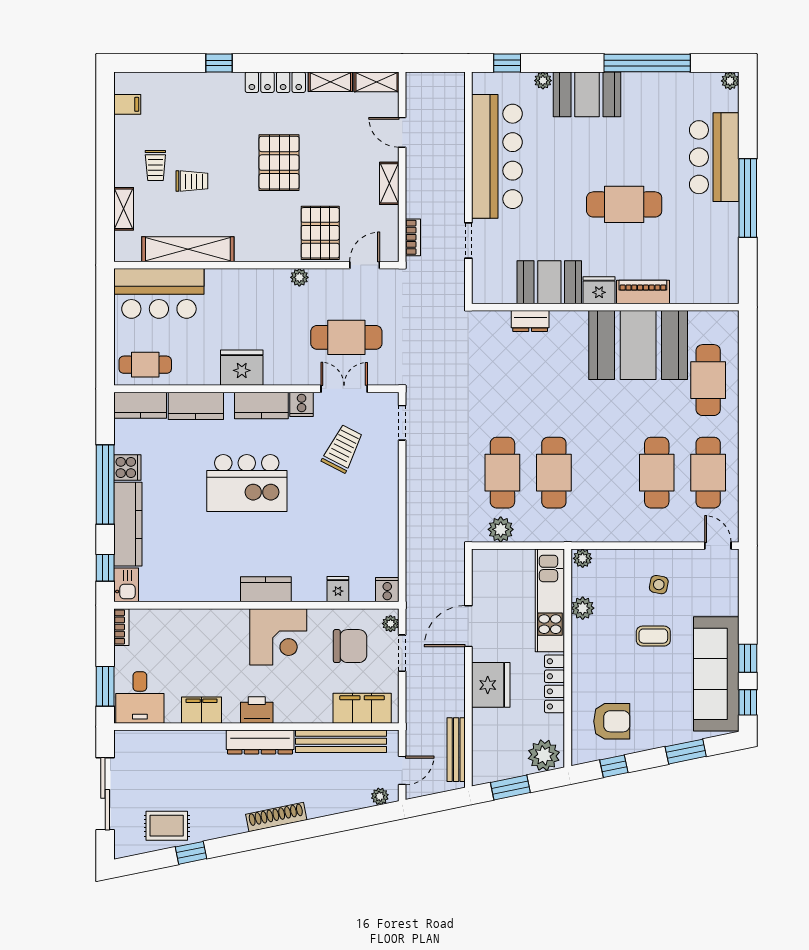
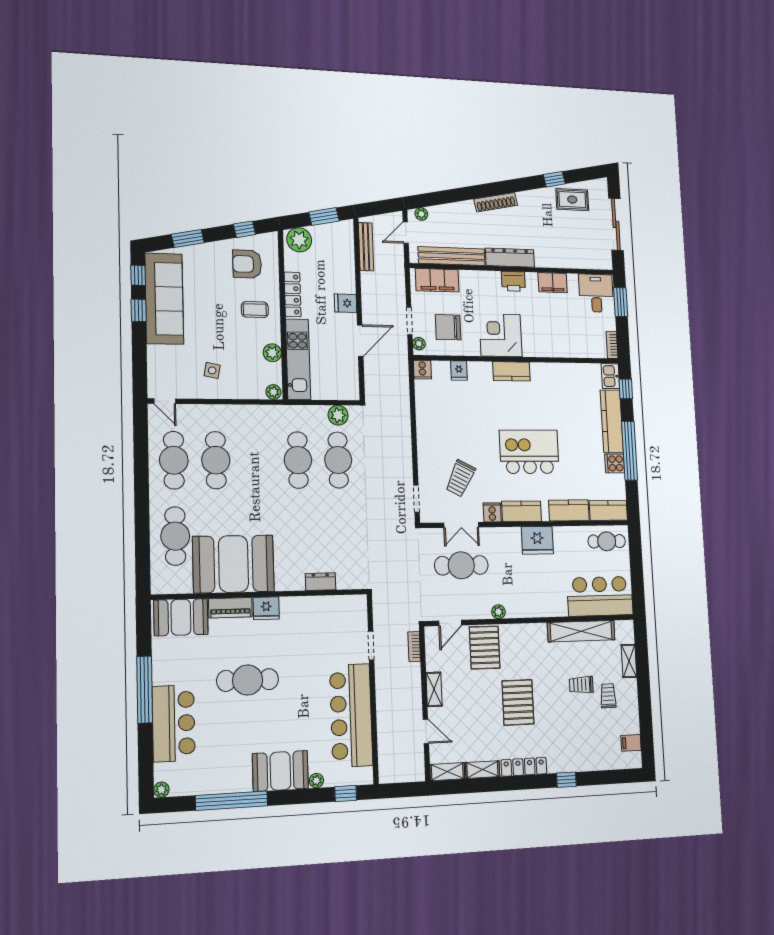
booth: (549, 282) -> (181, 617), moved
coffee table: (653, 636) -> (255, 310), moved
fridge: (491, 685) -> (346, 303), width x0.53, depth x0.75

